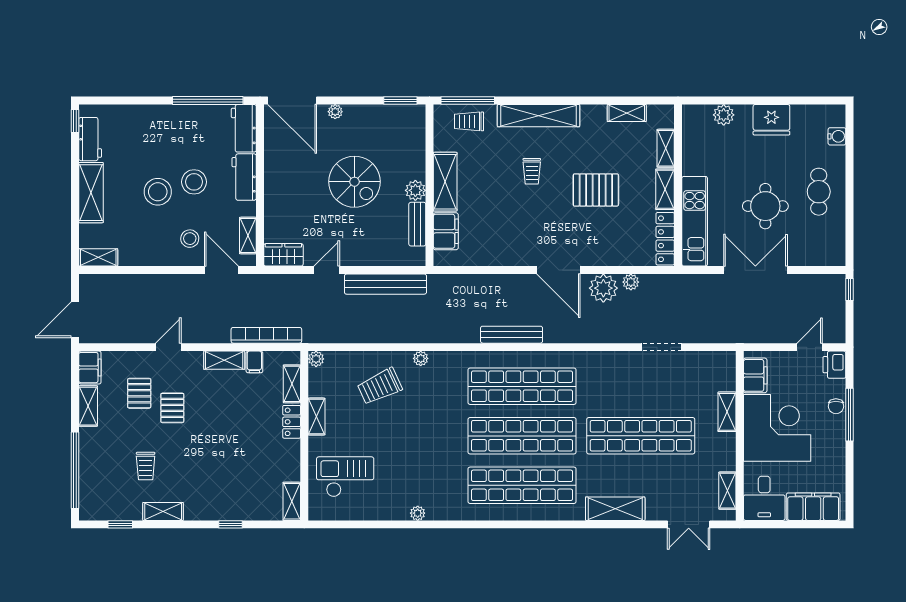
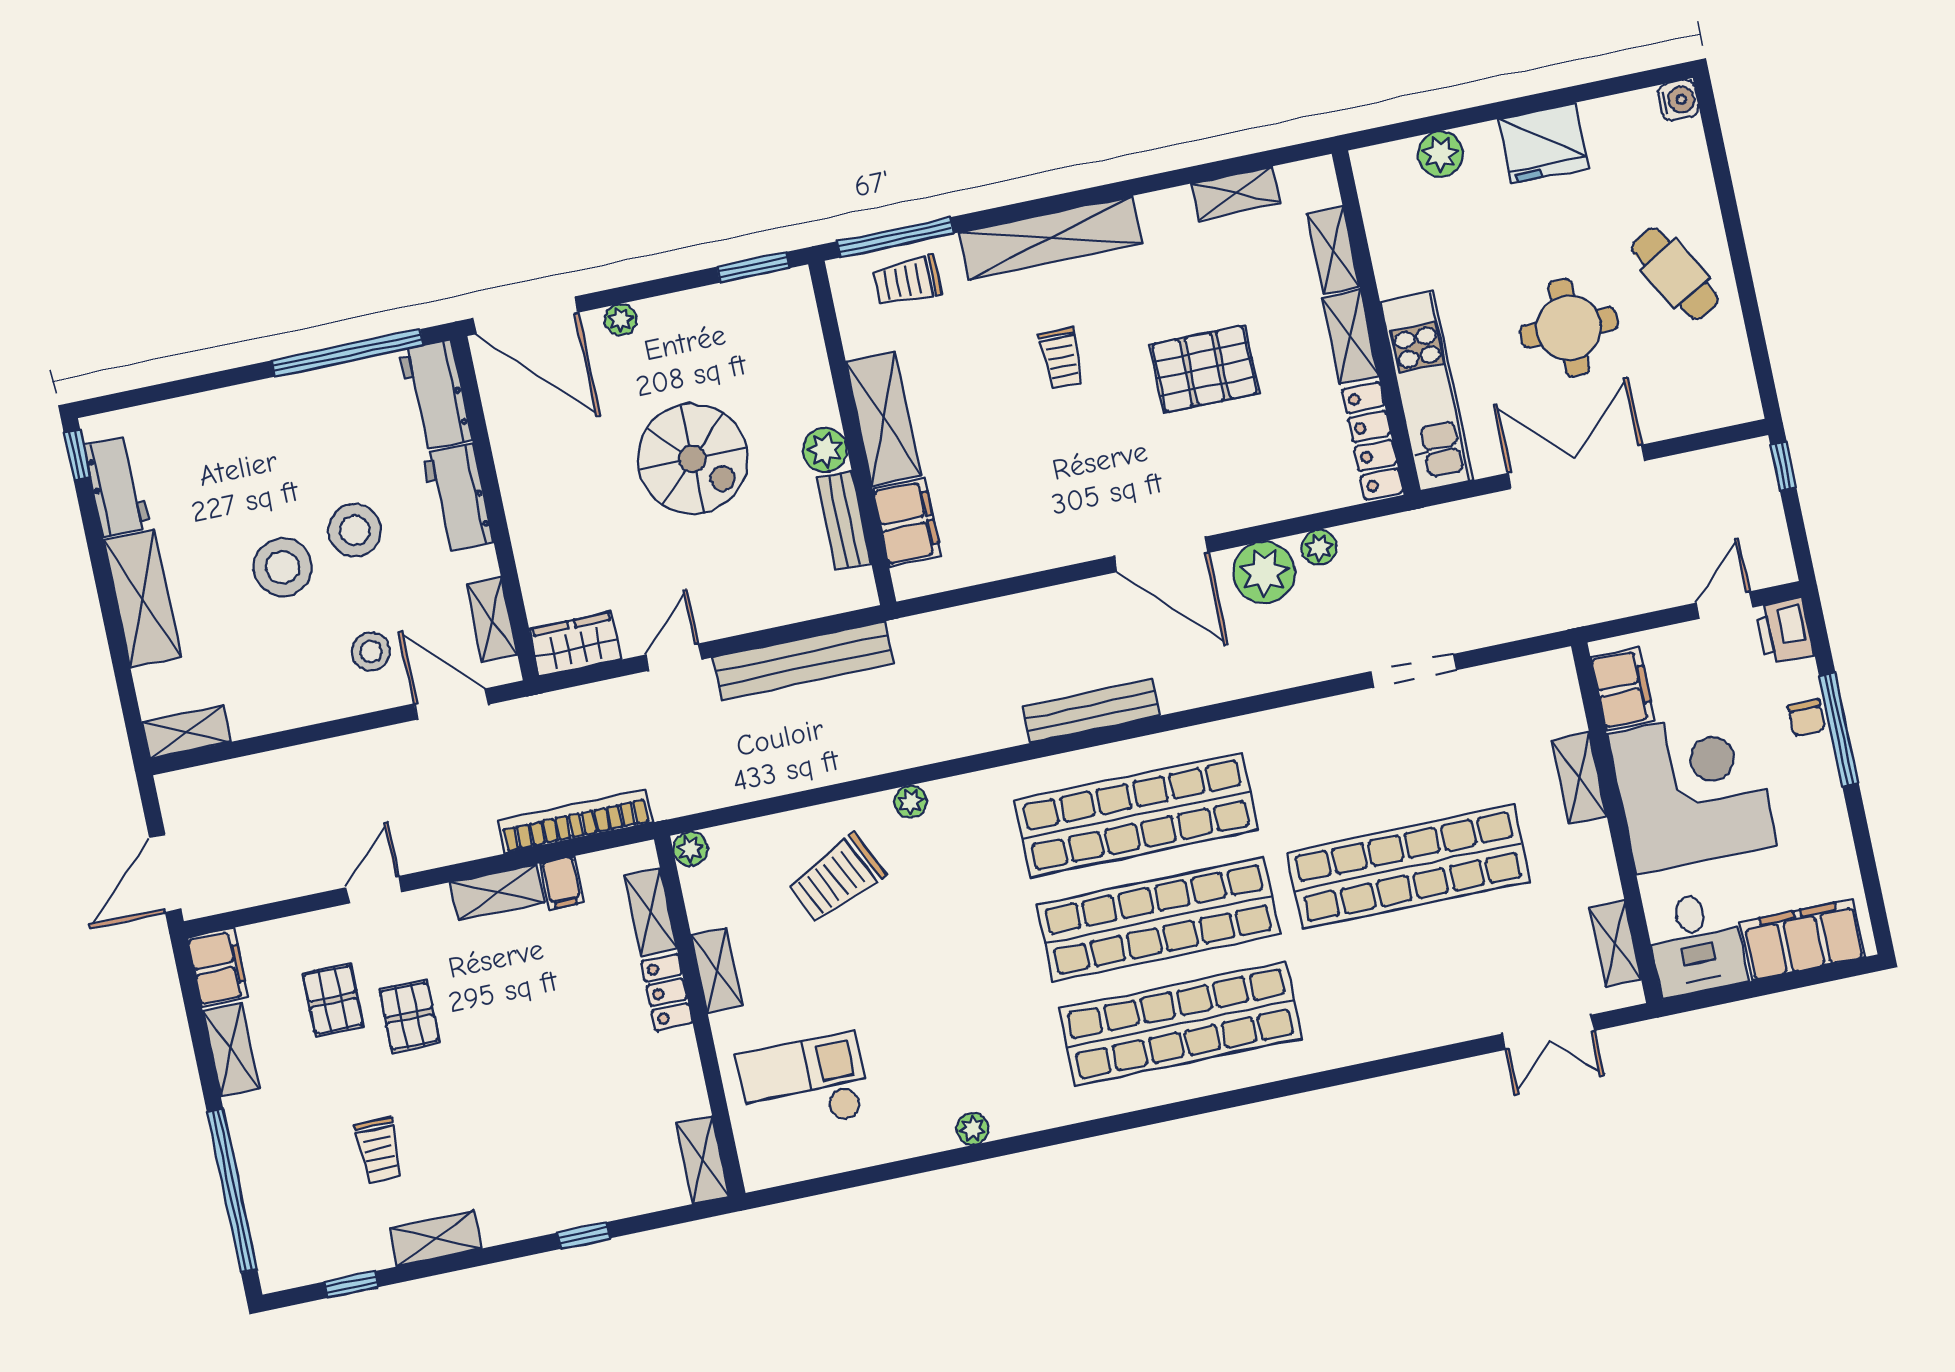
water cooler: (837, 136) -> (1678, 100), moved
cafe table: (819, 192) -> (1675, 274), turned -30
shelving: (615, 509) -> (1387, 1032), removed

